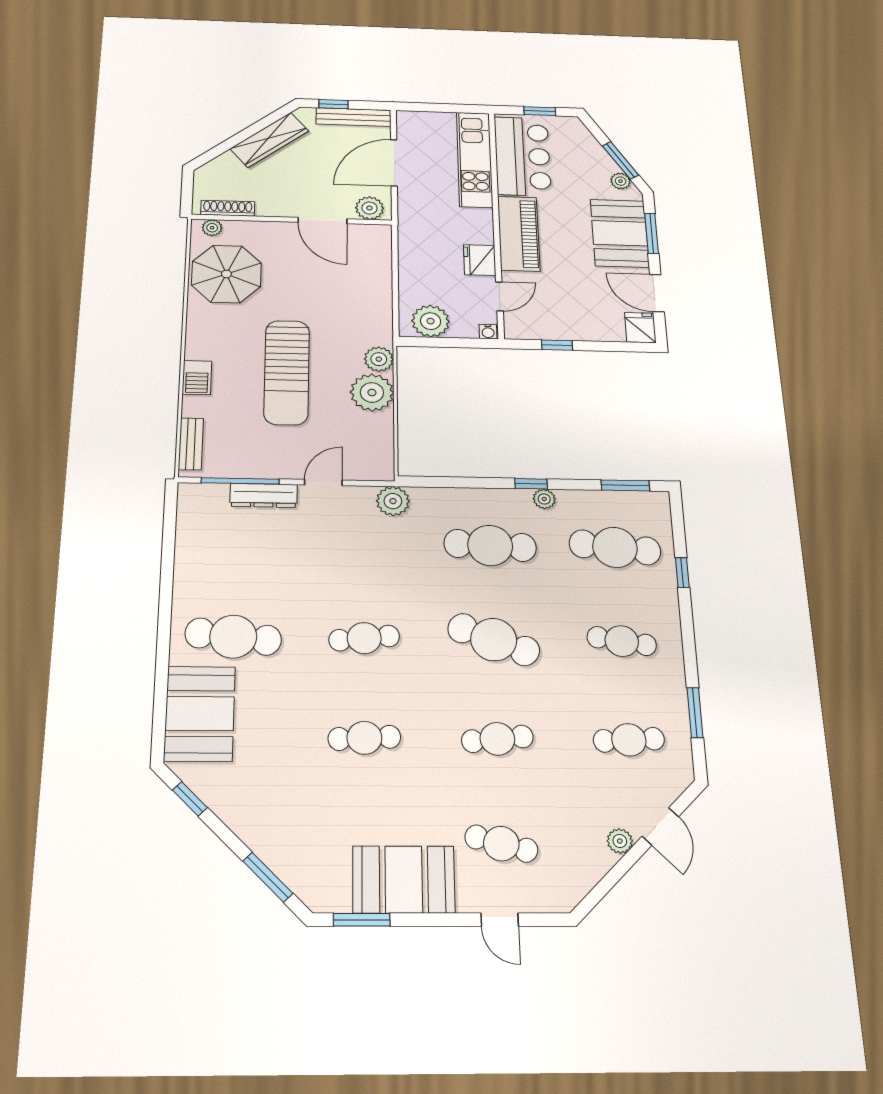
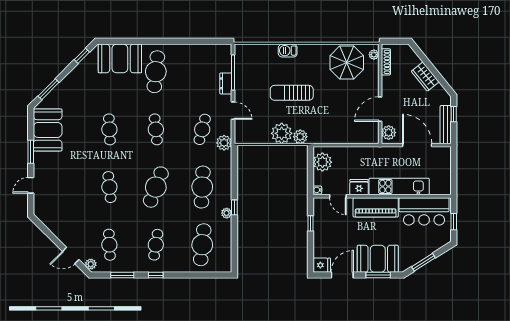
wardrobe: (269, 140) -> (425, 77), width x0.67
kitchen unit: (475, 159) -> (399, 187), moved
plant: (620, 181) -> (410, 261), removed
sun lounger: (287, 372) -> (292, 93), width x0.73, depth x0.75
bench: (191, 444) -> (252, 49), removed
window: (625, 485) -> (234, 252), removed
dresser: (264, 495) -> (226, 83), width x0.70
window: (682, 573) -> (156, 275), moved
plant: (620, 841) -> (91, 264), moved
cafe table: (501, 844) -> (202, 129), moved
booth: (404, 879) -> (48, 130), moved
window: (362, 920) -> (31, 152), moved

